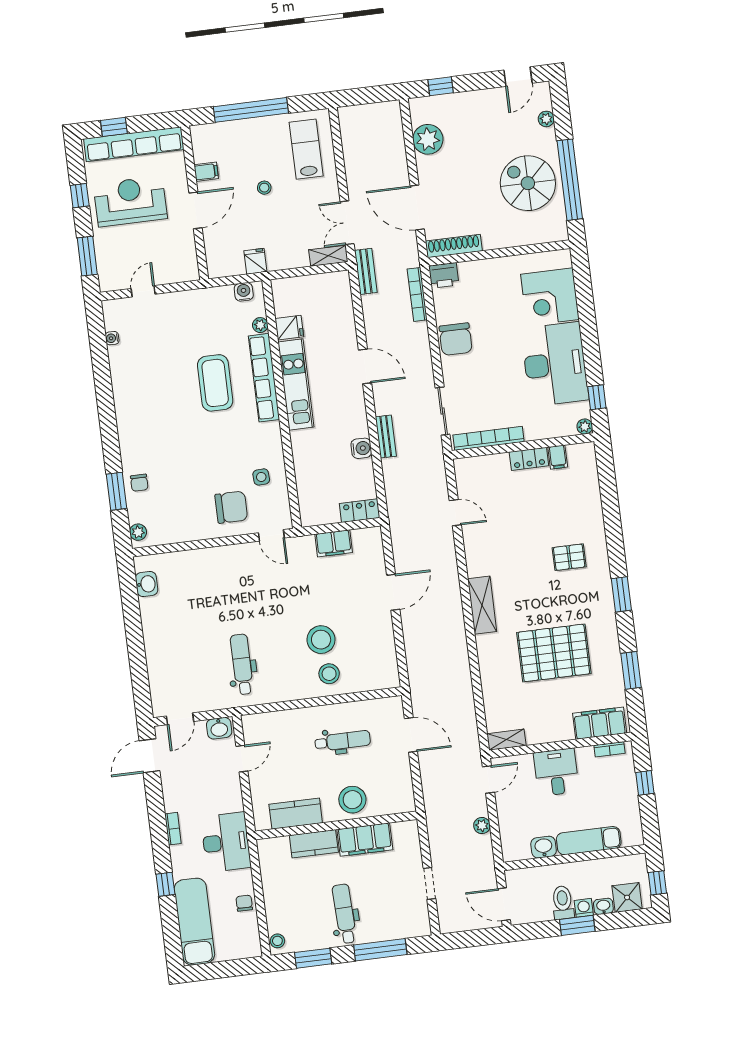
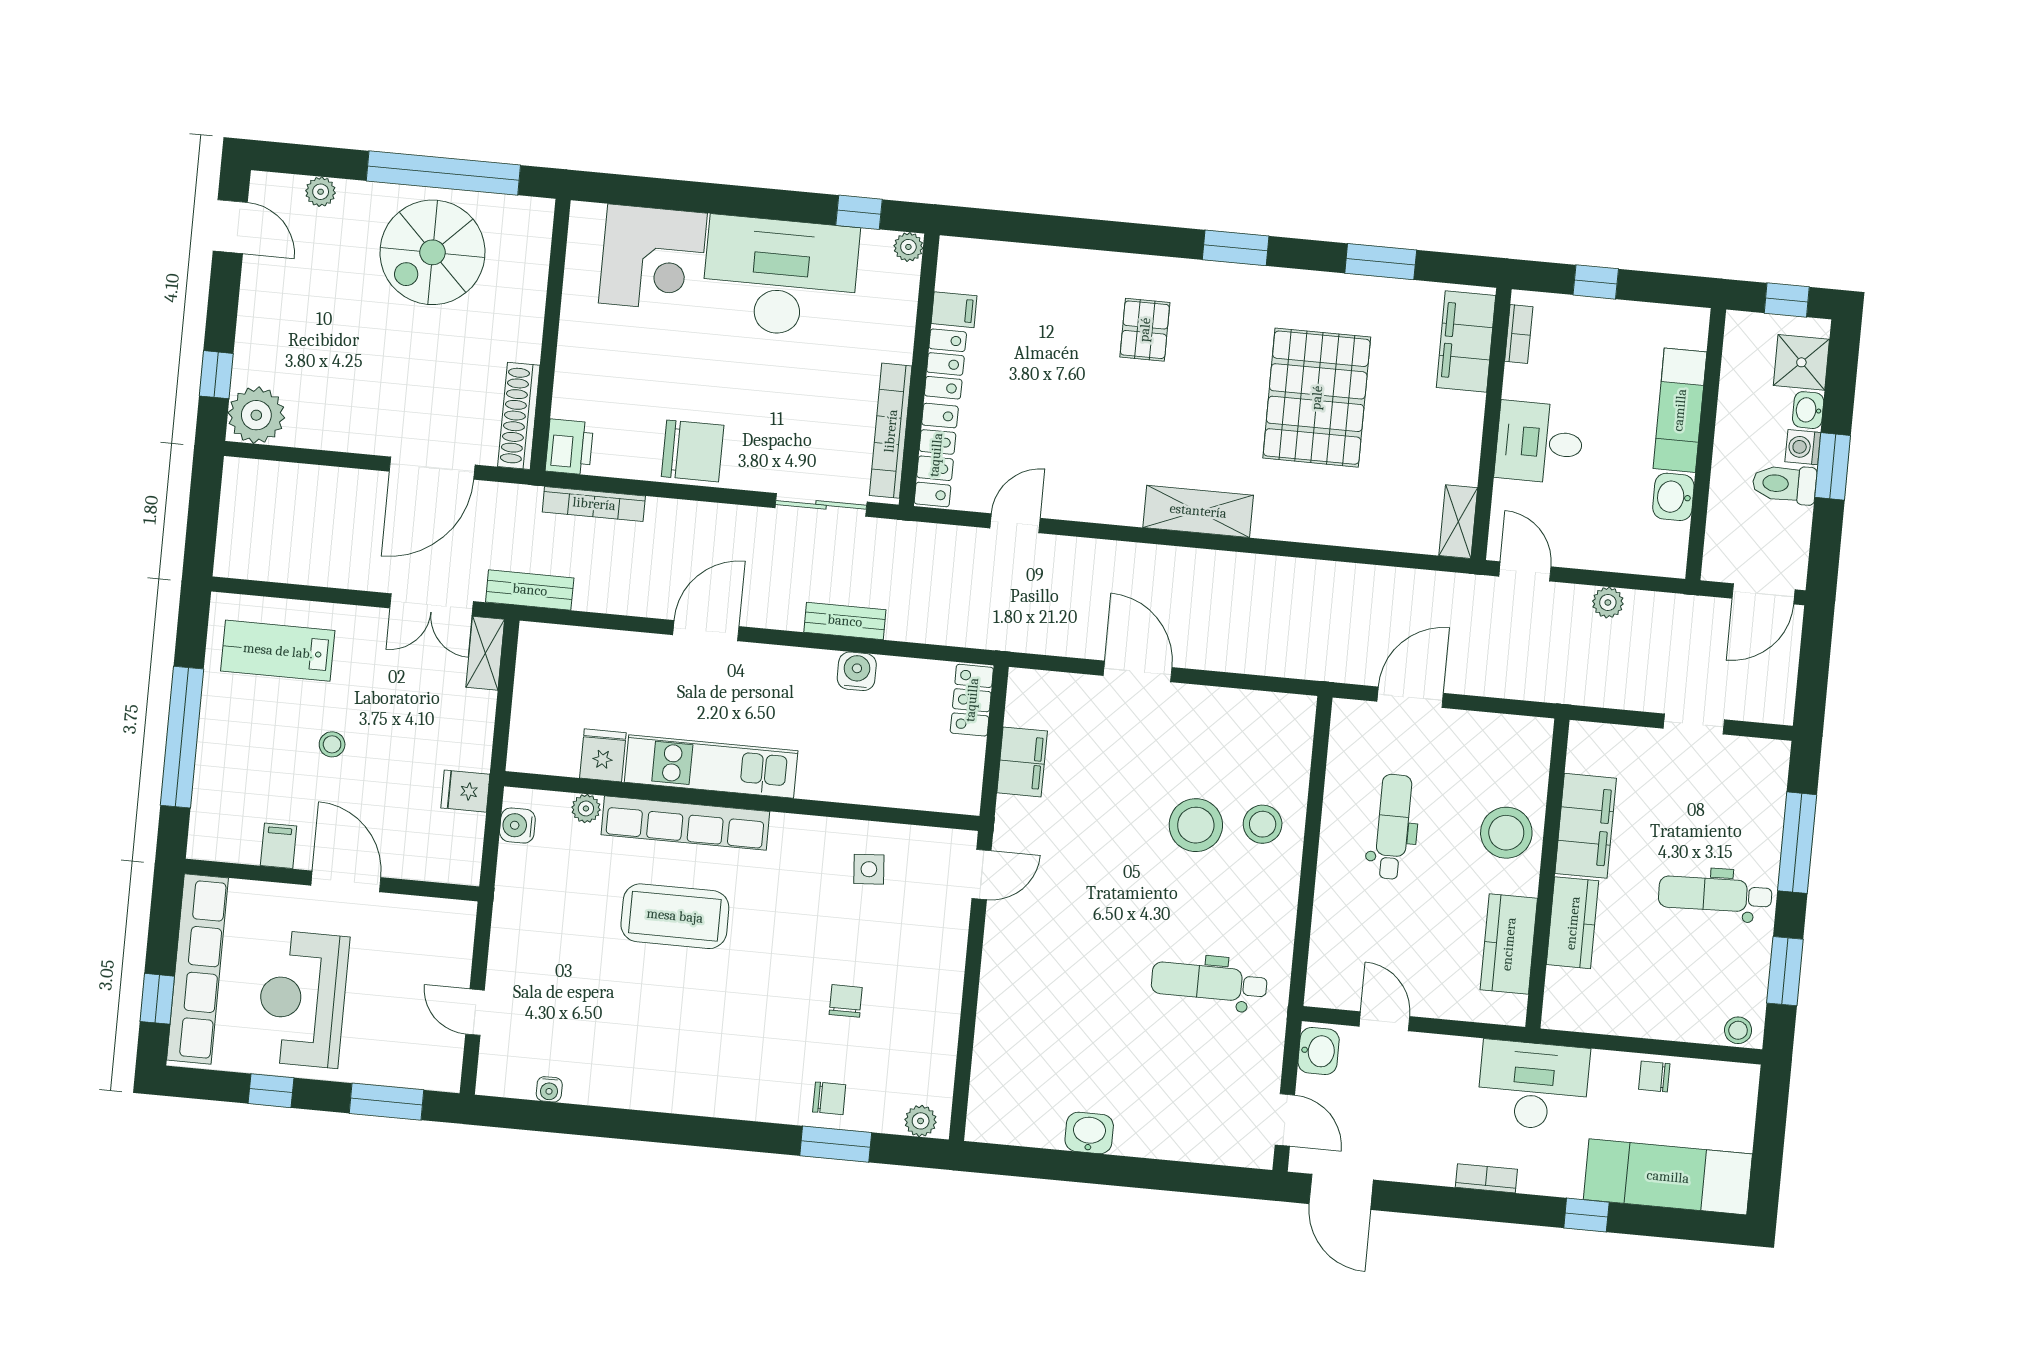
plant: (428, 139) -> (256, 415), moved
locker: (481, 464) -> (936, 455), added
chair: (231, 507) -> (846, 1001), moved, width x0.54, depth x0.54
washbasin: (147, 584) -> (1089, 1133), moved

